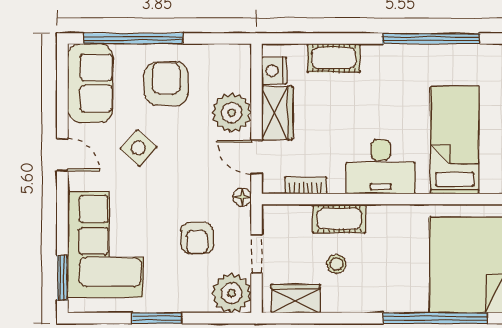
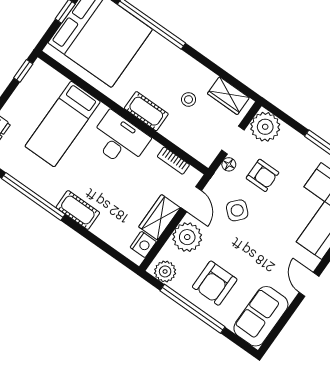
window: (133, 39) -> (193, 309), moved
plant: (229, 58) -> (165, 271), added
cot: (334, 58) -> (78, 210), moved
side table: (138, 148) -> (237, 210), moved
floor lamp: (242, 197) -> (229, 164), moved
cot: (339, 219) -> (146, 111), moved
armchair: (197, 238) -> (263, 175), turned 90

